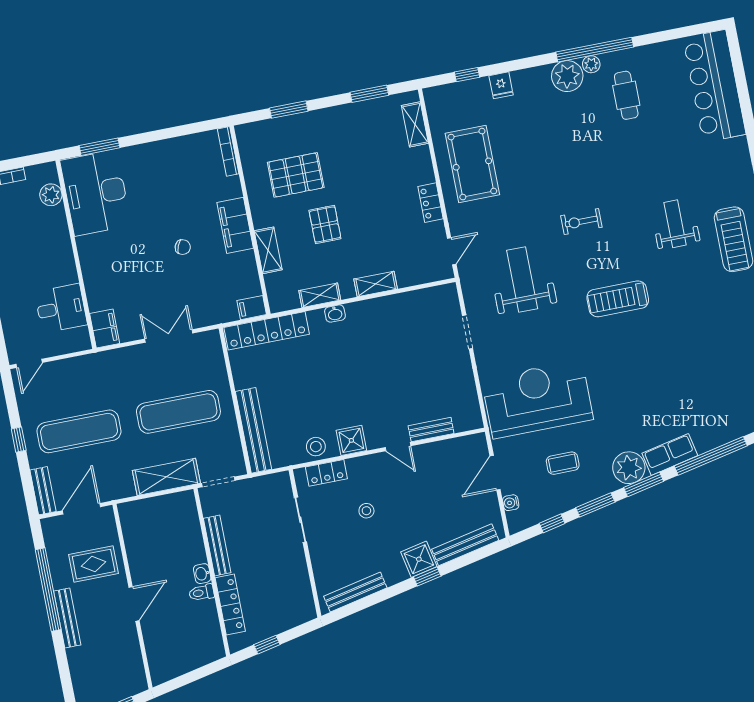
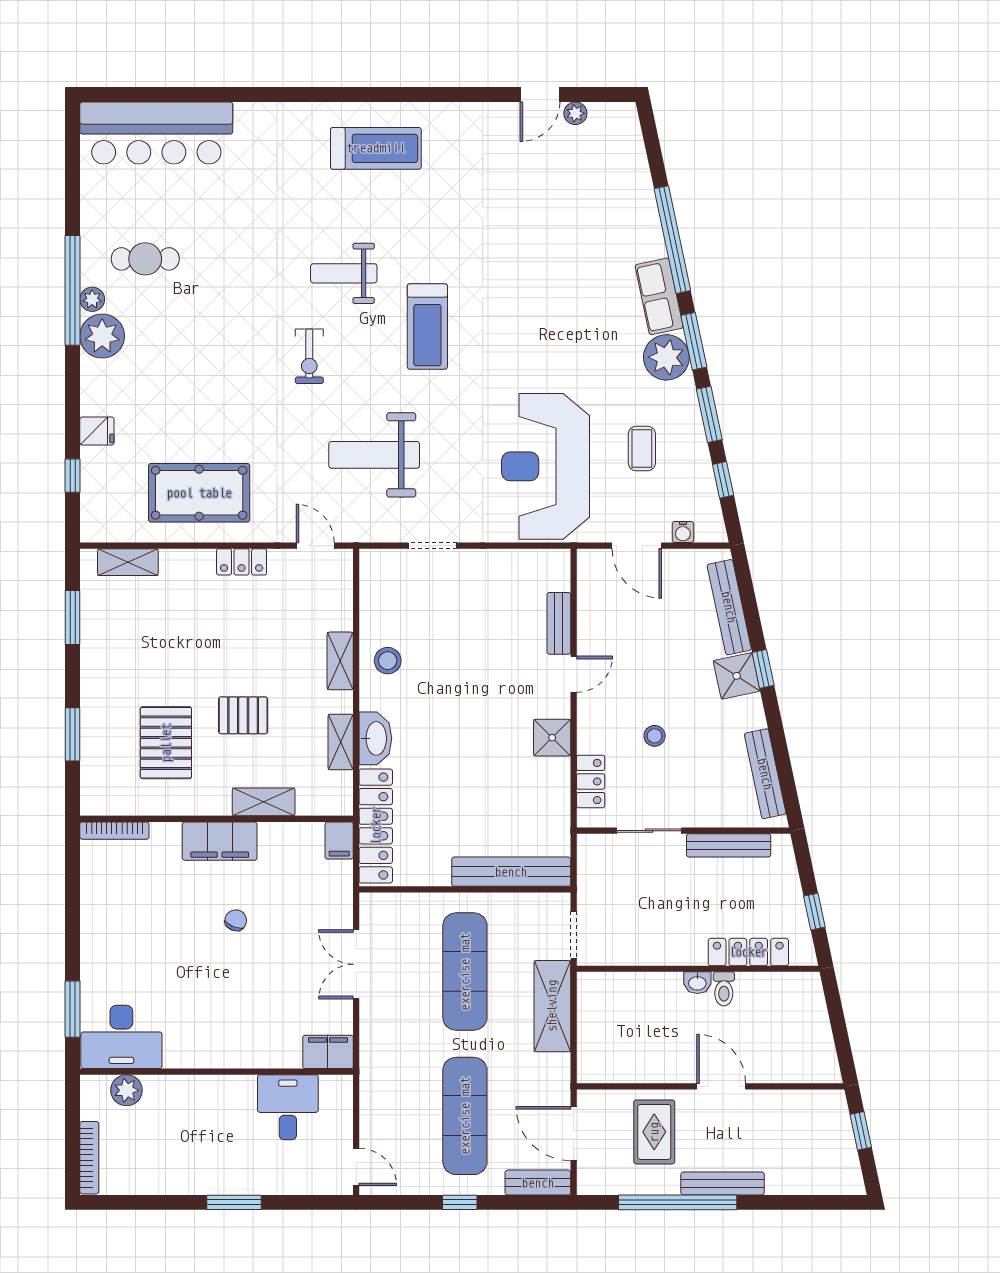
desk: (96, 193) -> (121, 1037), width x0.73, depth x0.77
weight bench: (675, 224) -> (344, 273), moved
washbasin: (335, 314) -> (375, 738), width x1.91, depth x1.45
stool: (316, 447) -> (388, 661), moved
bench: (217, 546) -> (729, 845), moved

